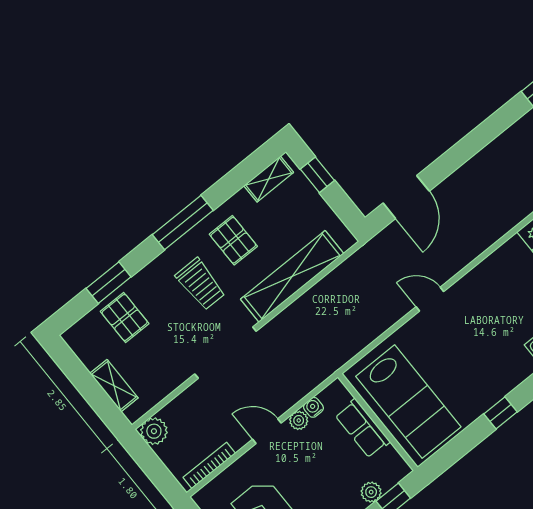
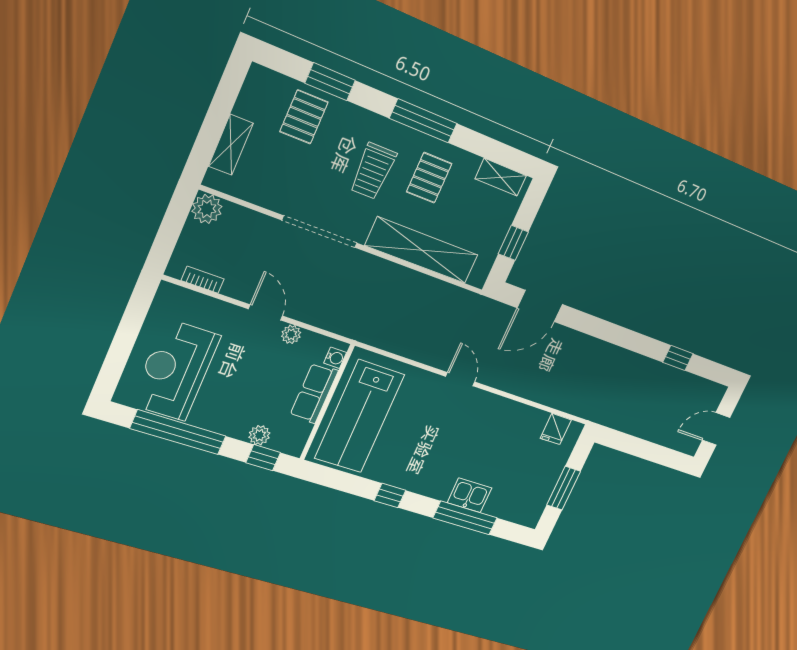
window: (317, 175) -> (513, 243), moved
water cooler: (313, 407) -> (335, 358), moved, turned 90
bookcase: (209, 465) -> (203, 280), width x0.64

